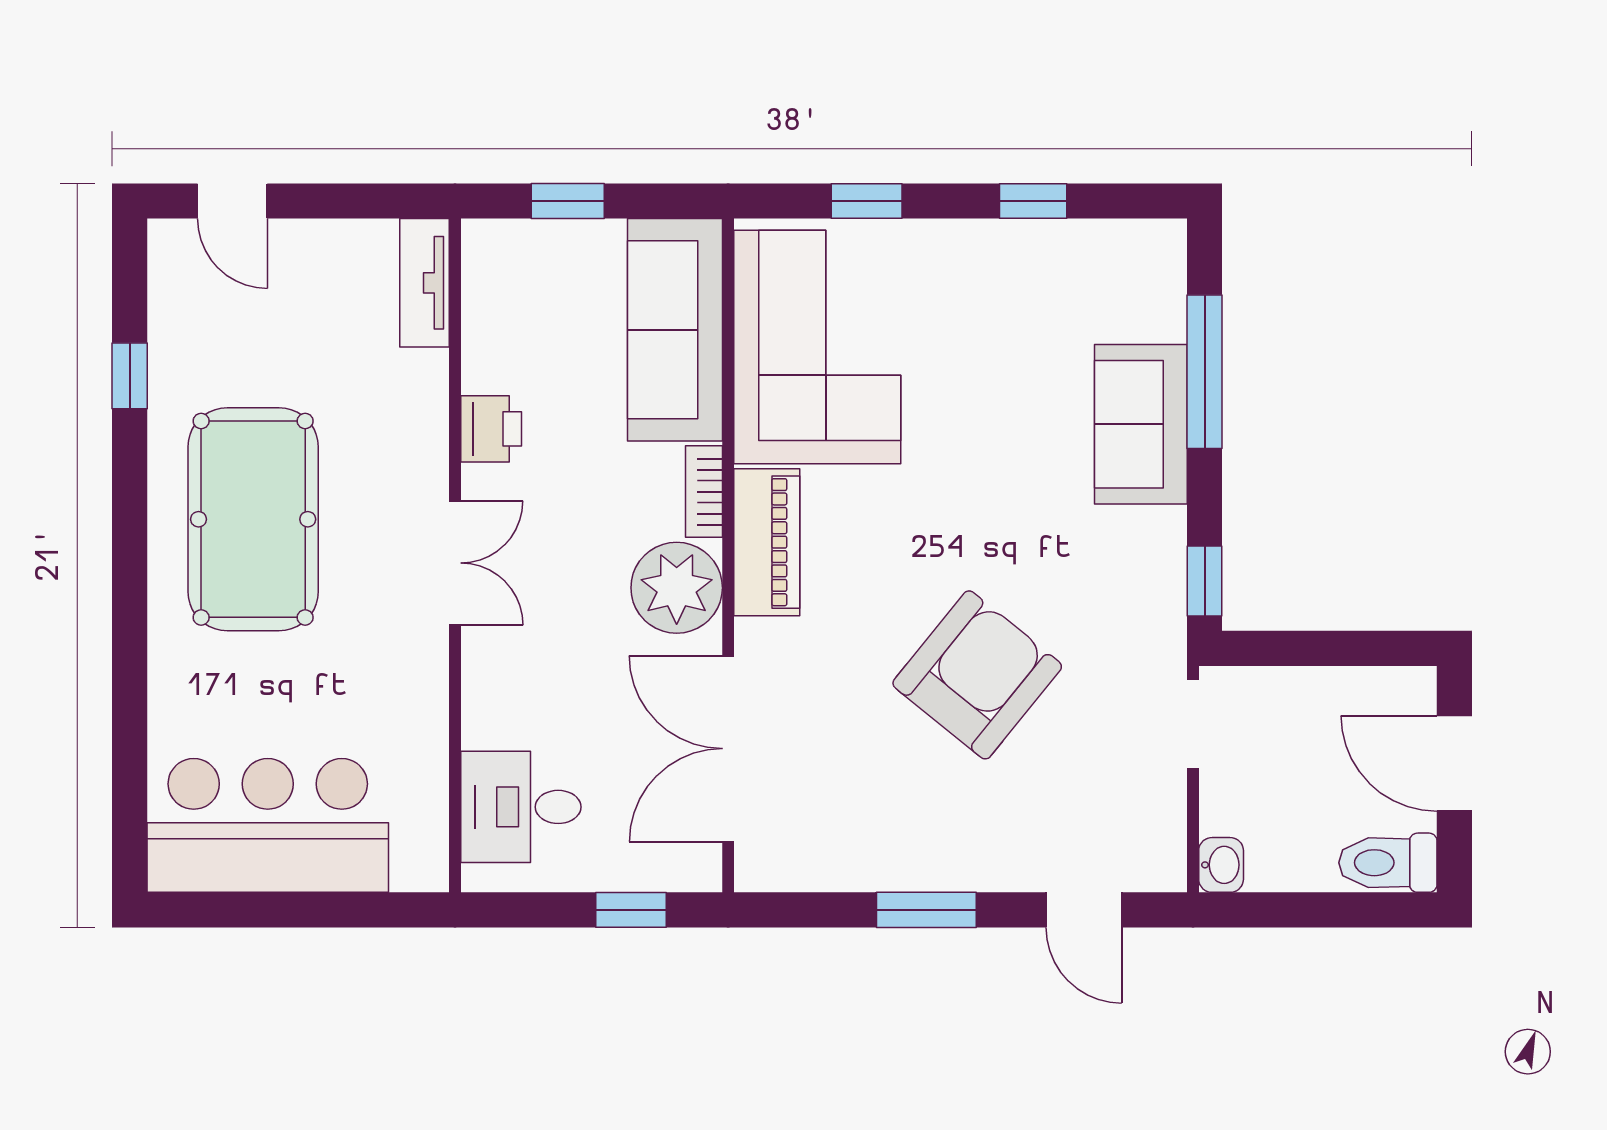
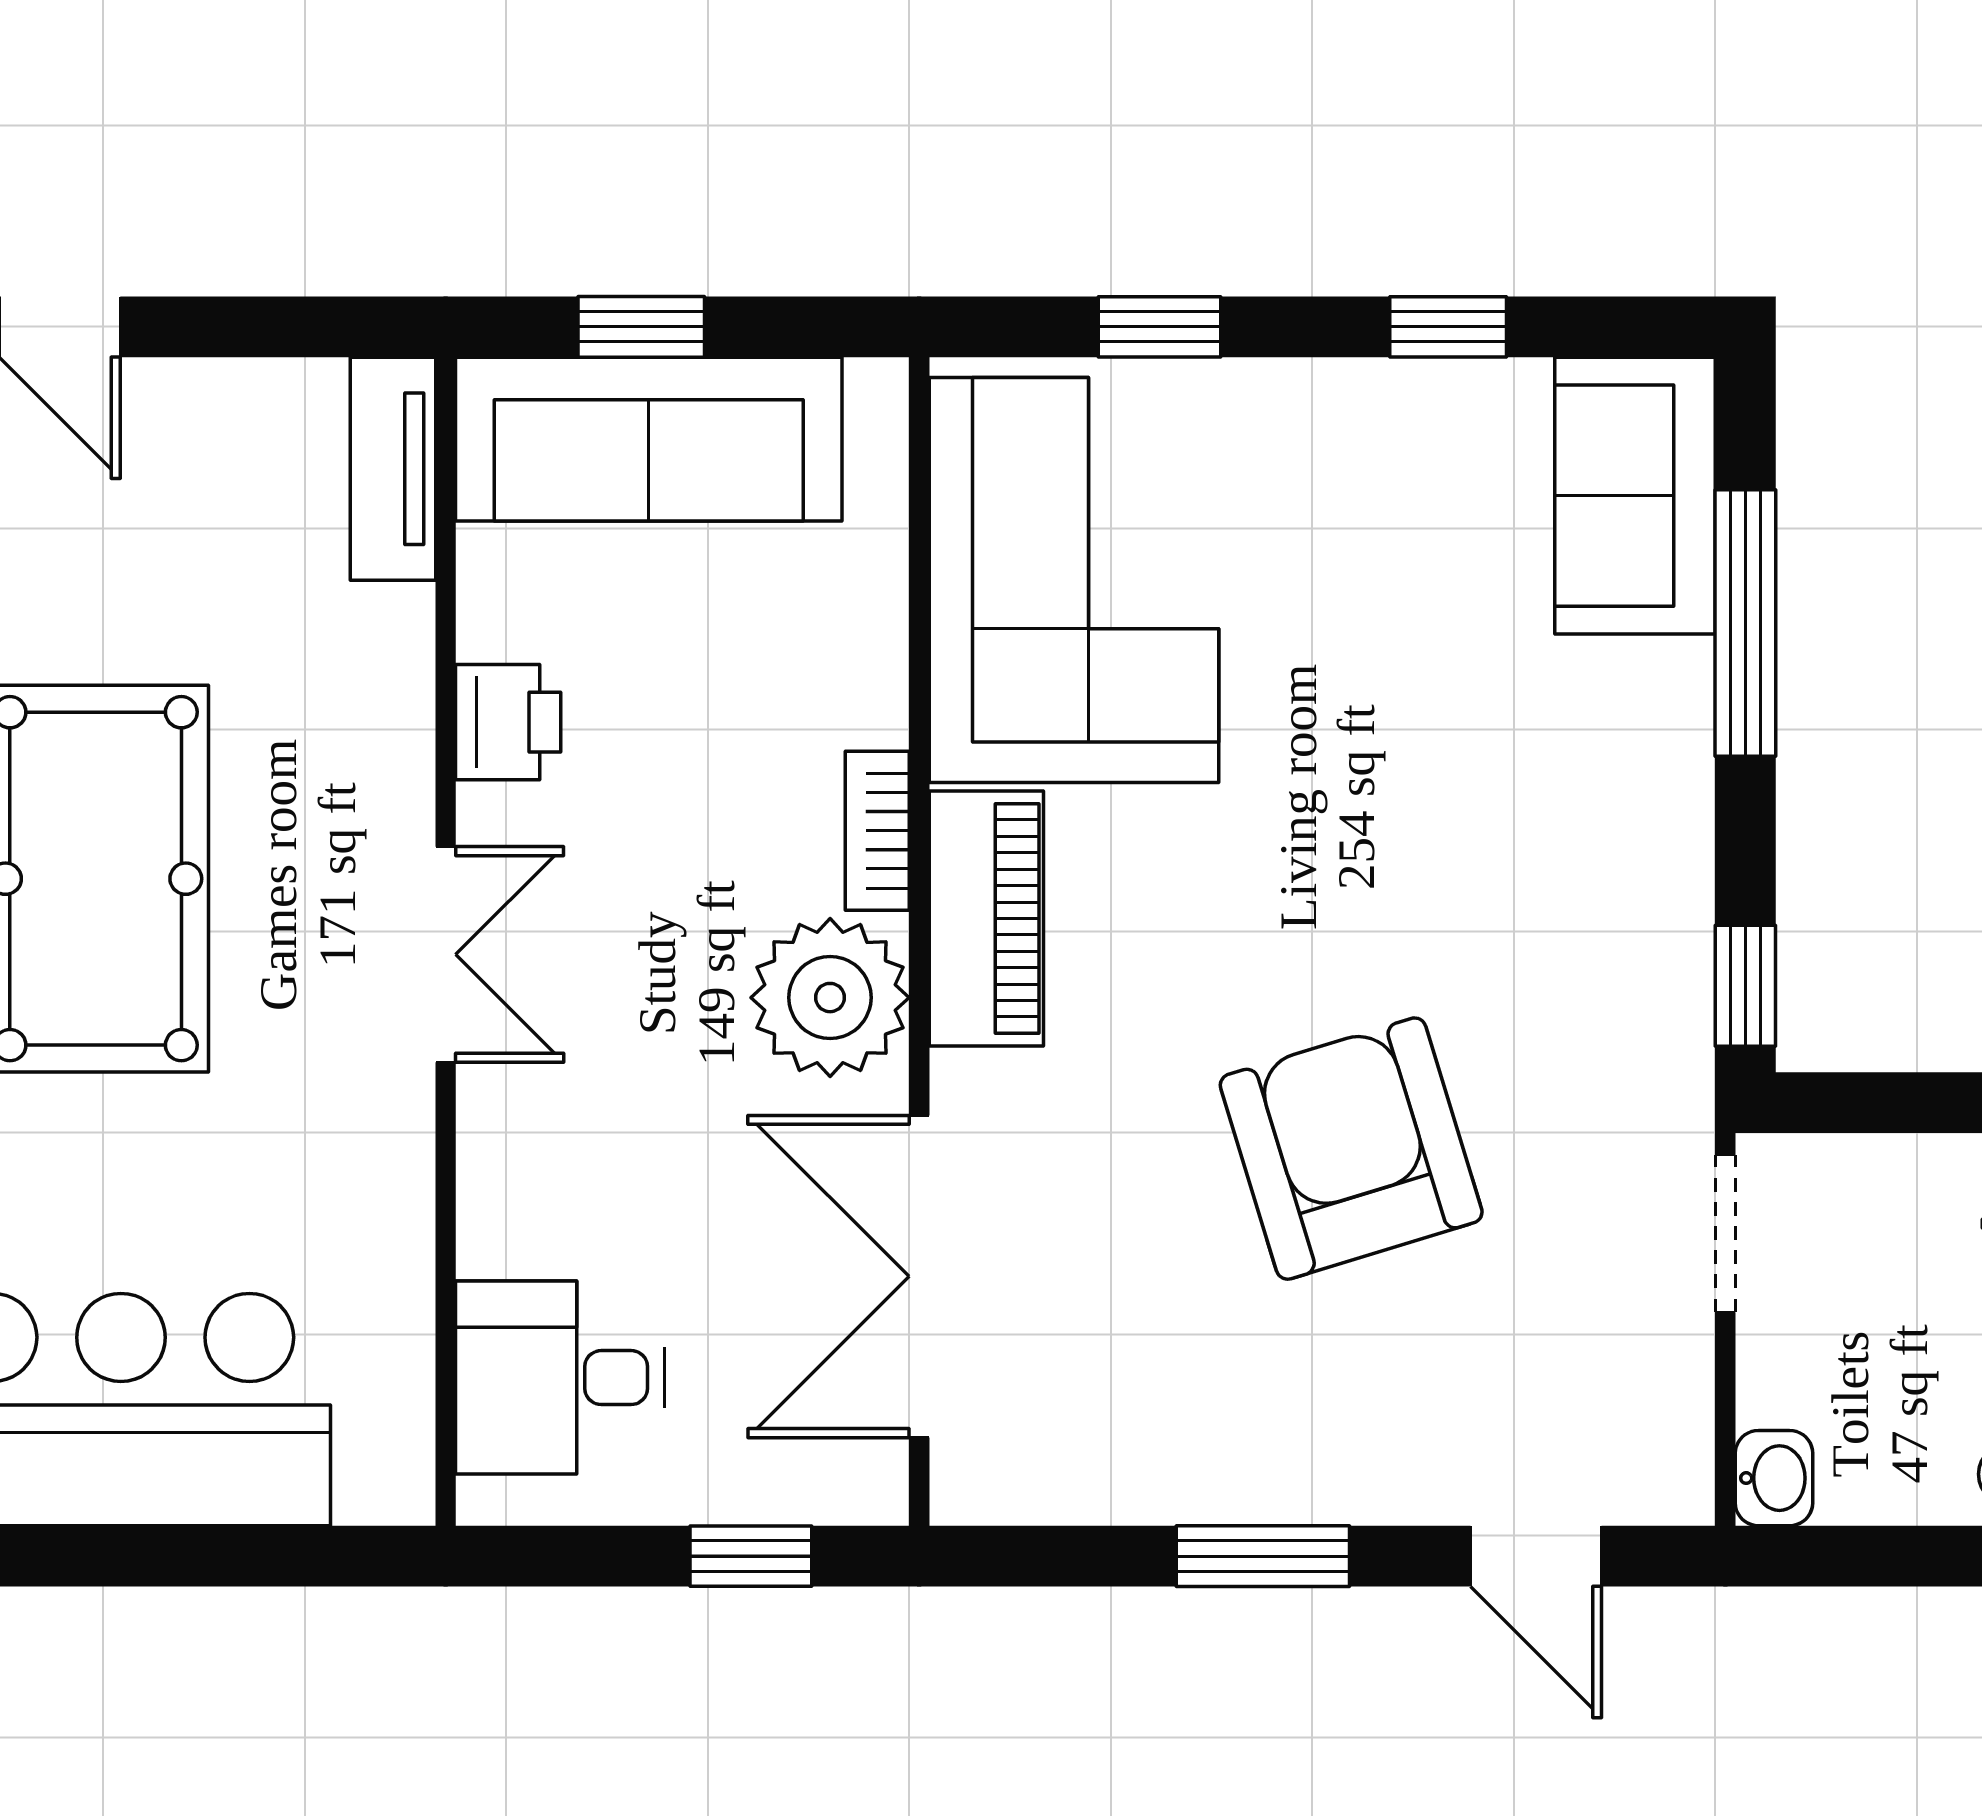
sofa: (675, 330) -> (649, 439), moved, turned -90
sofa: (1141, 424) -> (1635, 496), moved
armchair: (977, 675) -> (1351, 1149), turned -56

